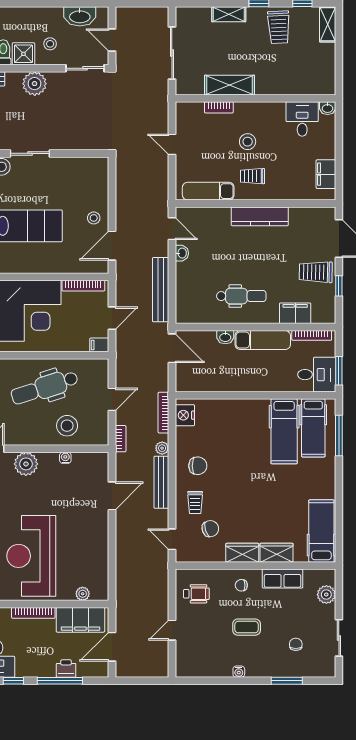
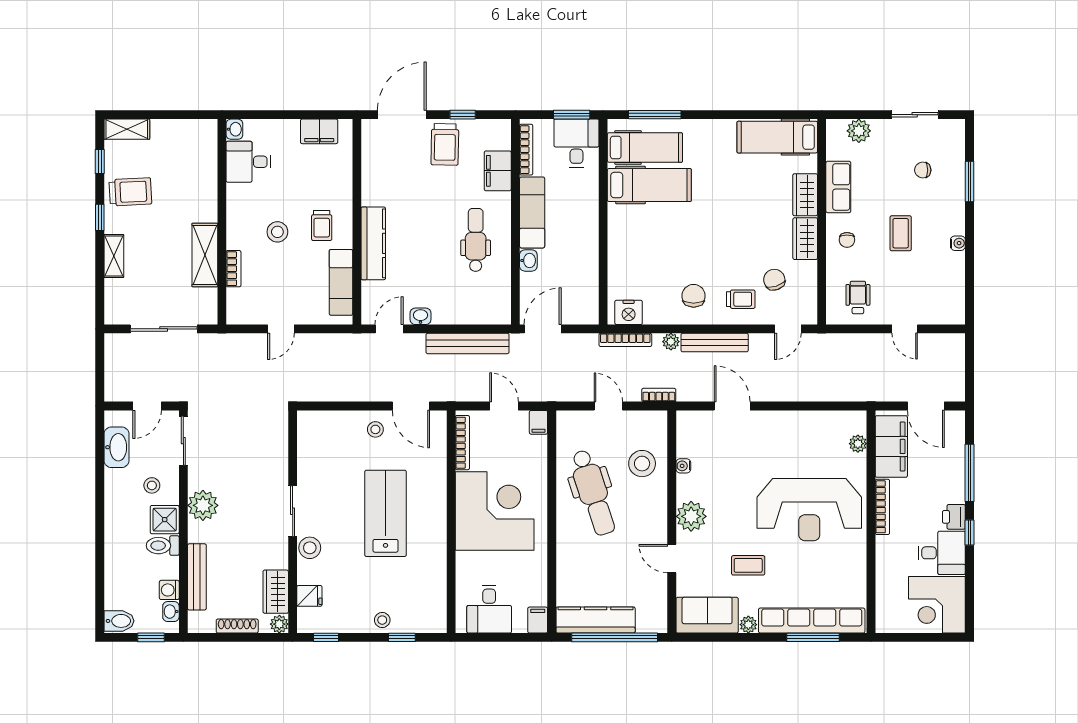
kitchen counter: (260, 216) -> (373, 243), moved
printer: (66, 669) -> (954, 517), moved

